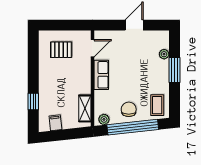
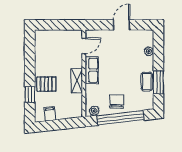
pallet: (61, 50) -> (46, 84), moved
window: (174, 70) -> (158, 82), moved
coffee table: (157, 105) -> (147, 82), moved
shelving: (85, 108) -> (77, 81), moved

